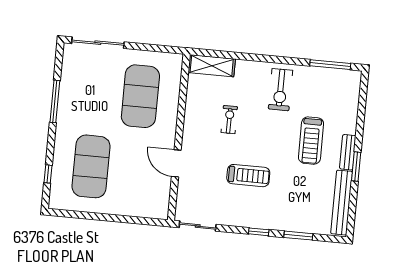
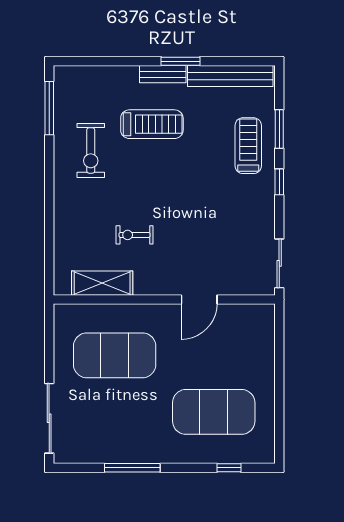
shelving: (212, 66) -> (102, 283), moved, turned 90
exercise bike: (280, 90) -> (91, 150), moved, turned 90
treadmill: (248, 176) -> (248, 146), moved

